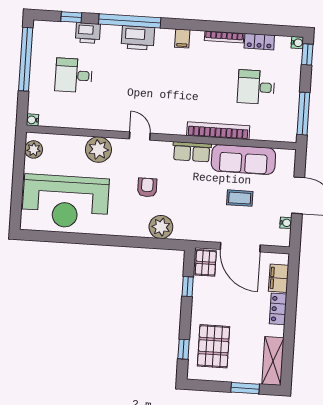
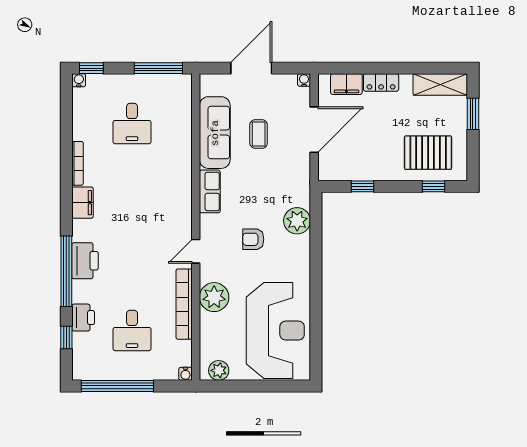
filing cabinet: (182, 39) -> (82, 203), width x2.00
locker: (259, 42) -> (80, 123), removed
bookcase: (218, 131) -> (184, 304), moved
water cooler: (286, 223) -> (304, 80), moved
pallet: (206, 263) -> (334, 168), removed

